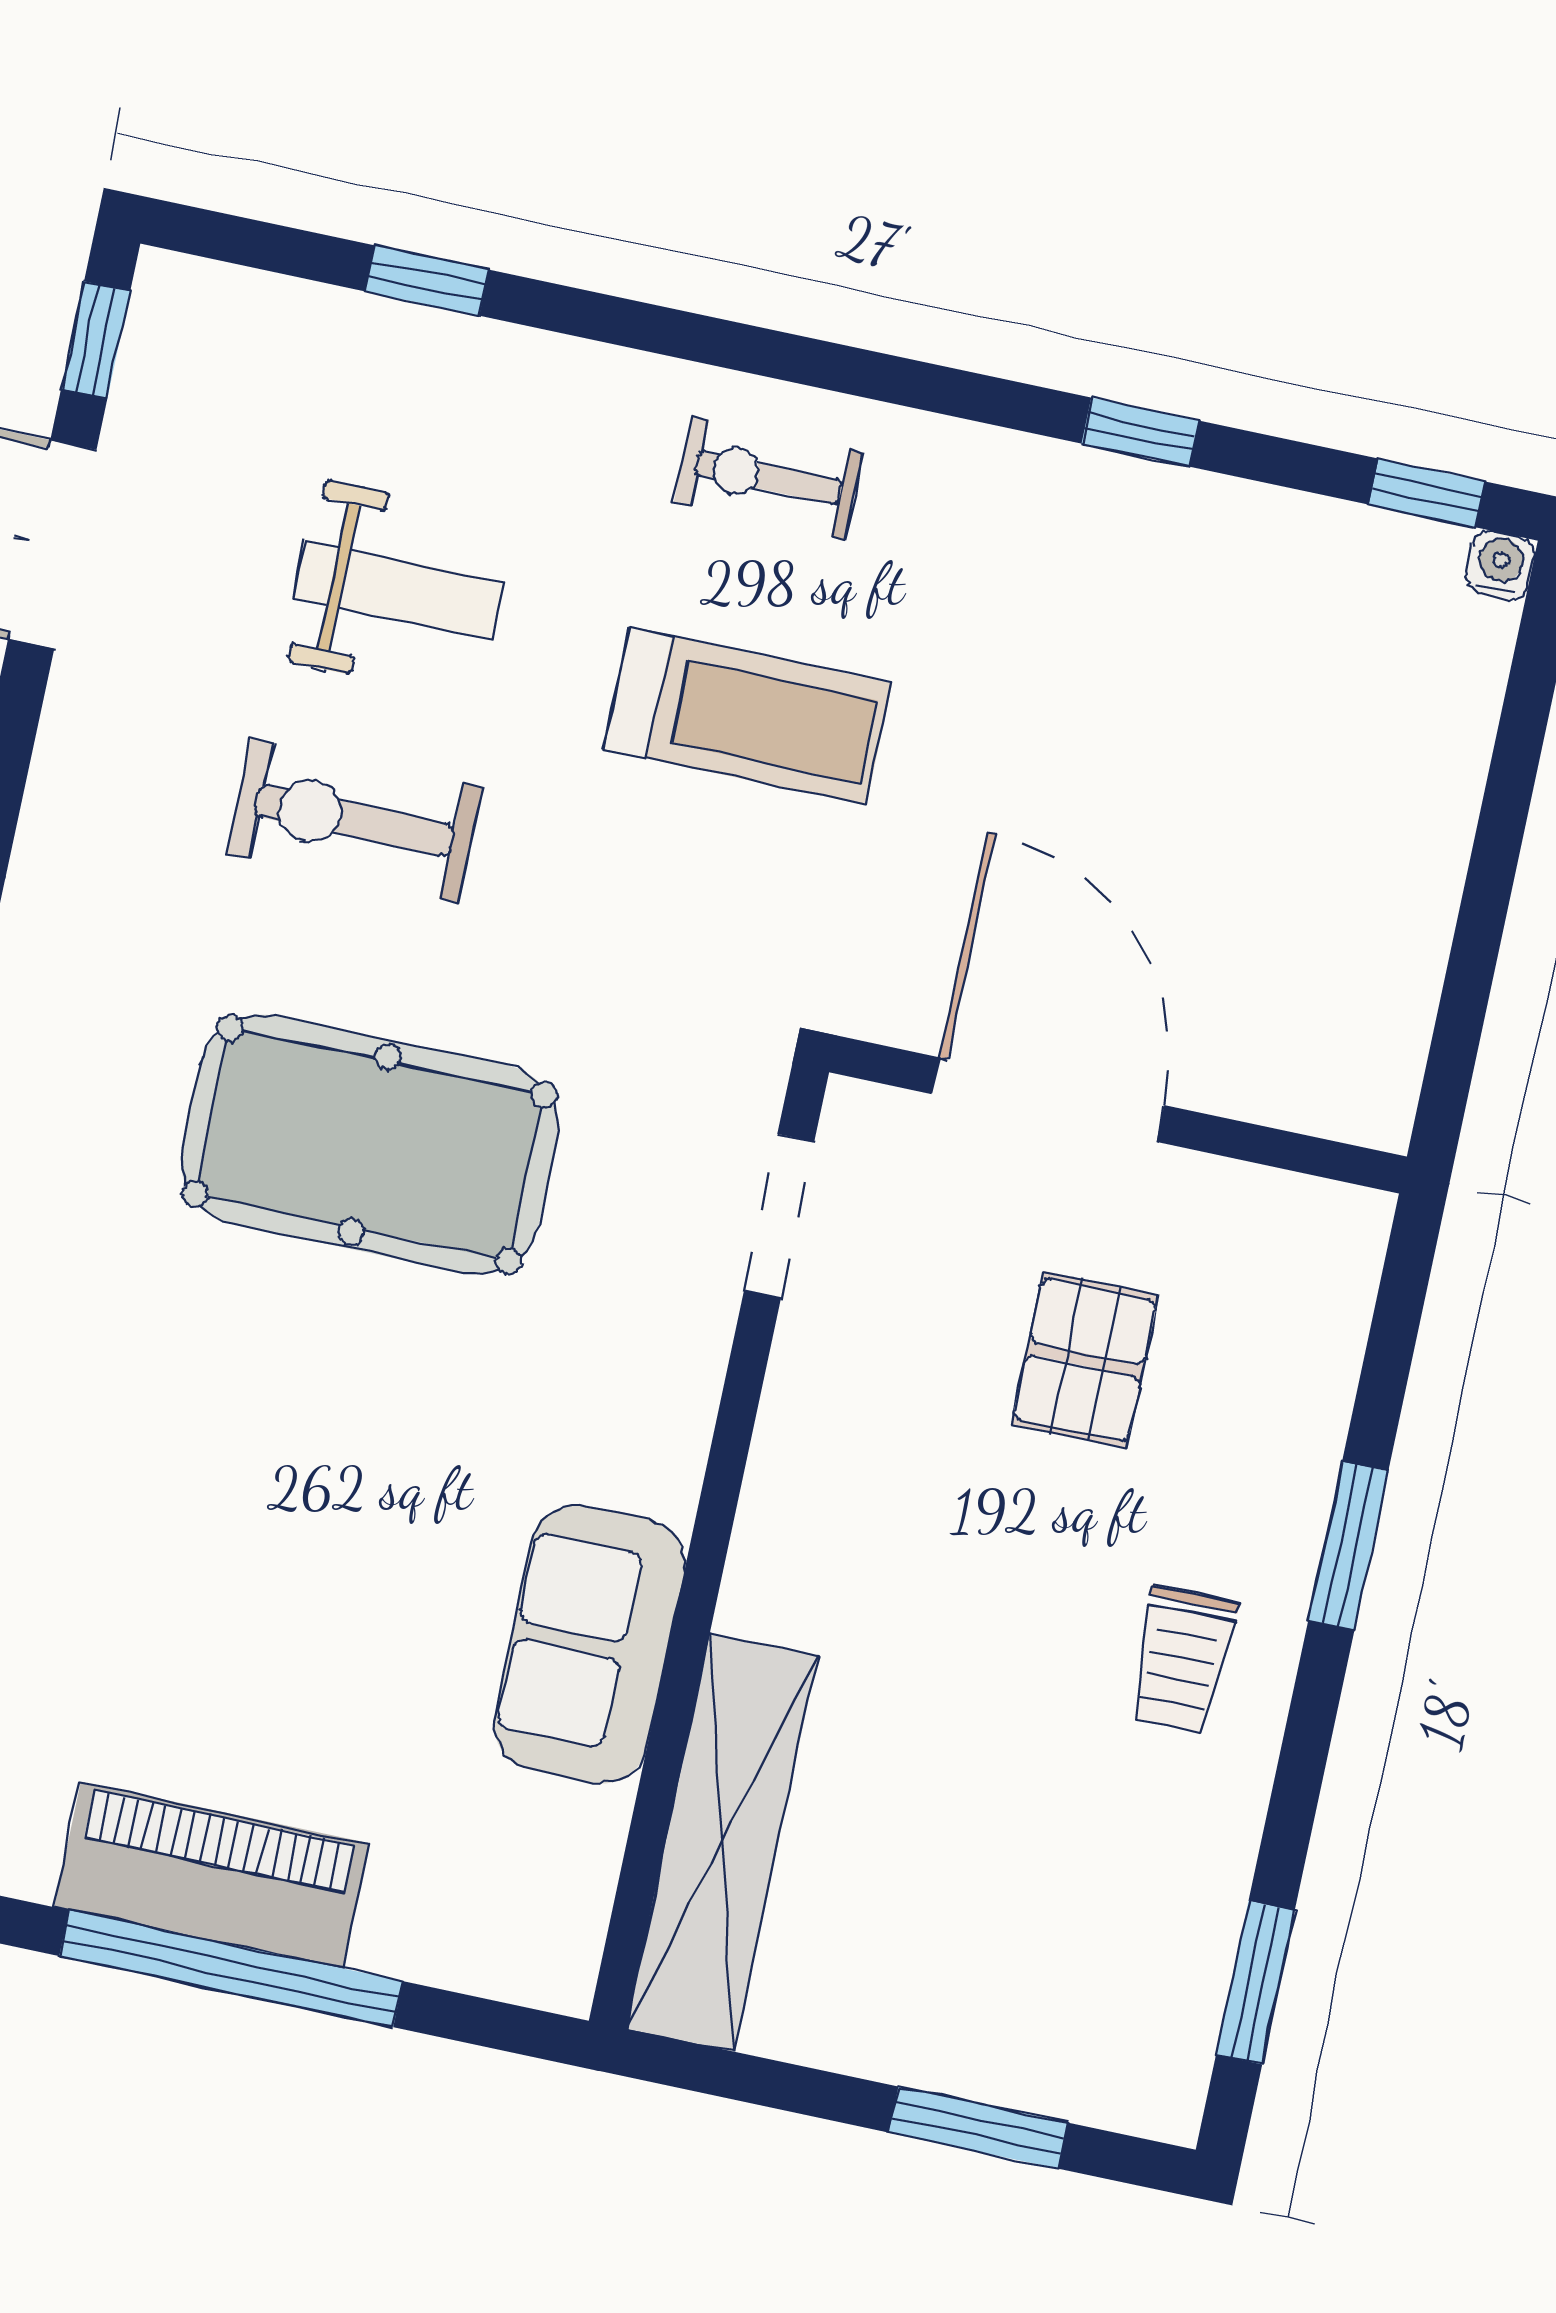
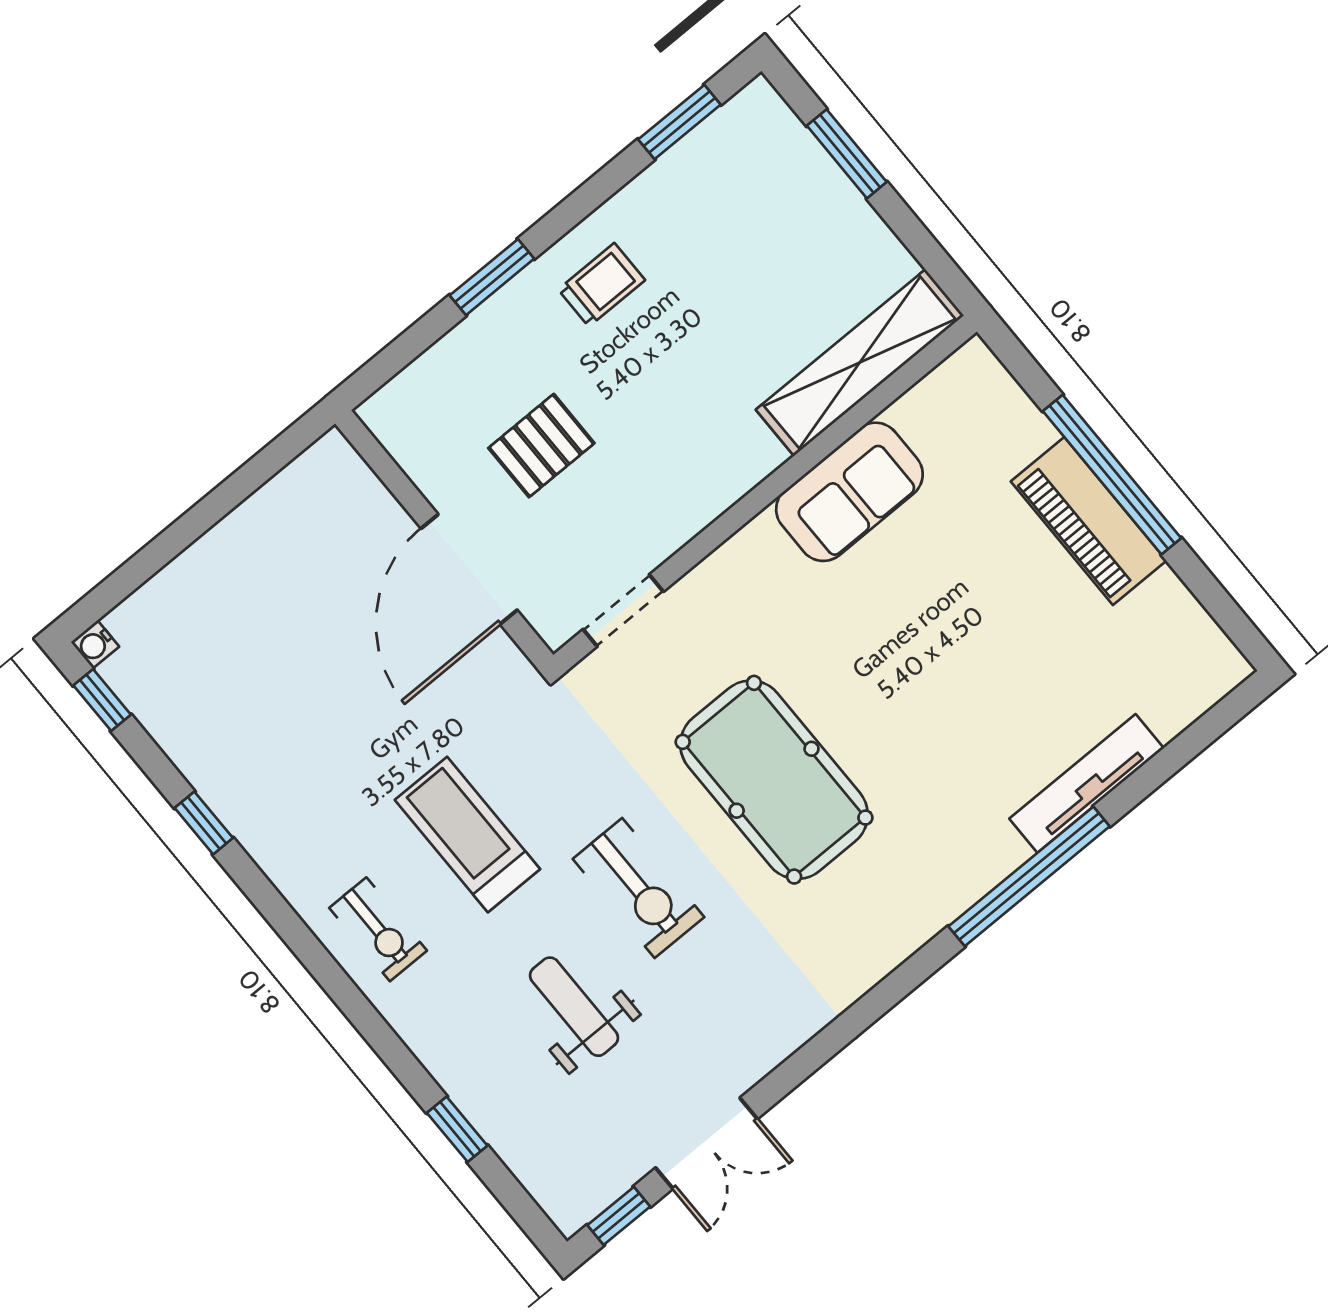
exercise bike: (354, 820) -> (638, 888), moved

